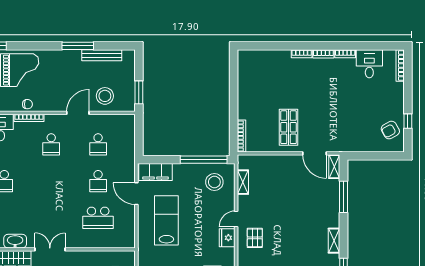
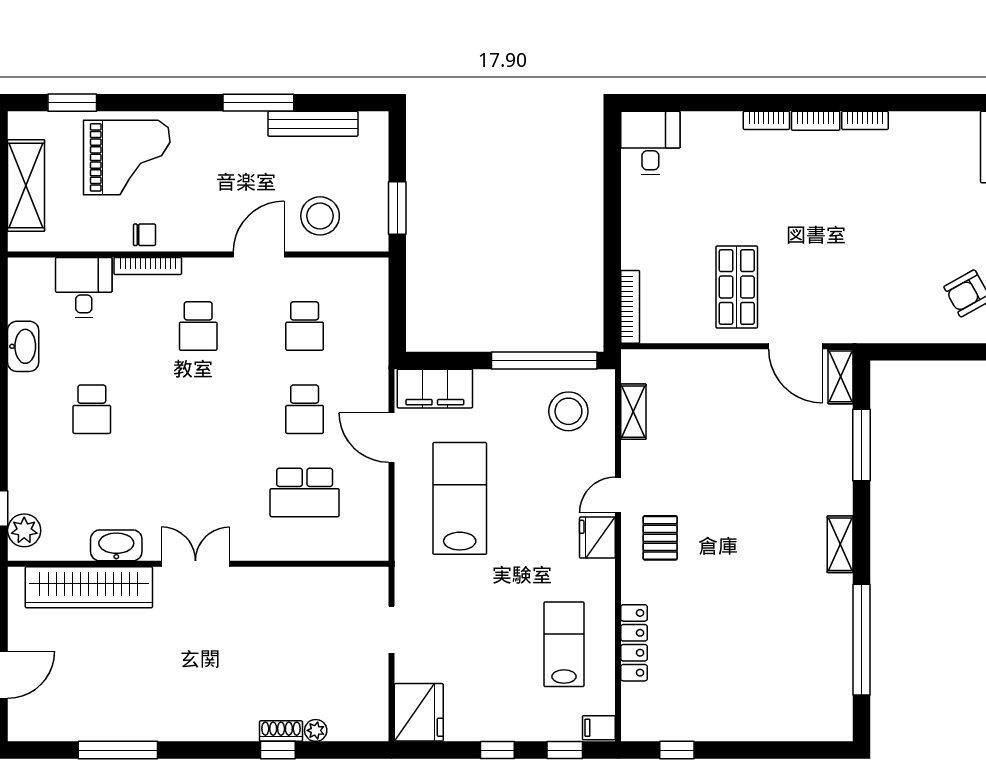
desk: (369, 64) -> (650, 143), moved

